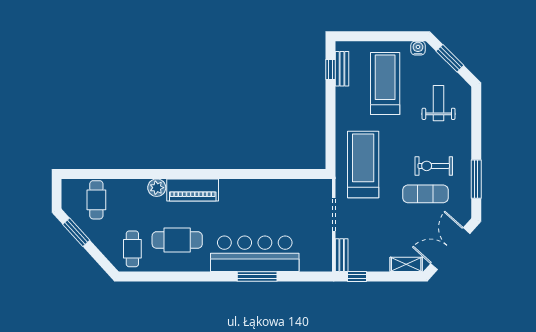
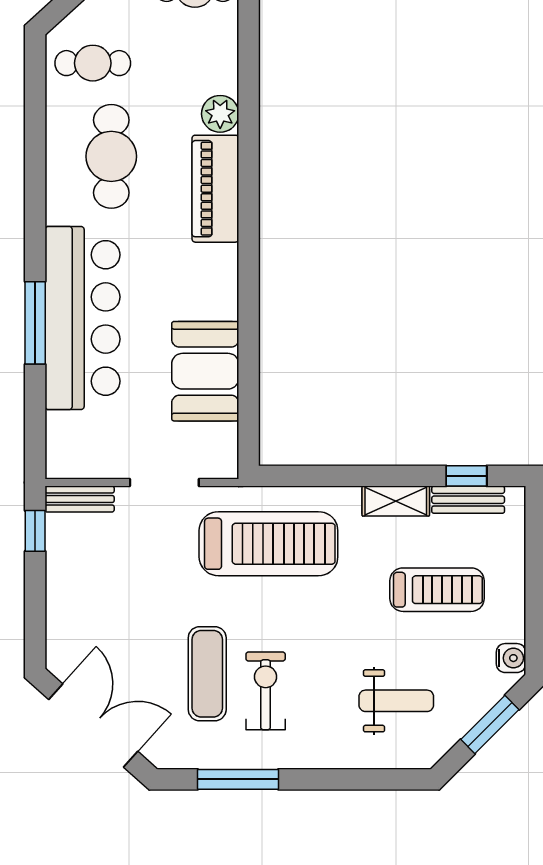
treadmill: (385, 84) -> (437, 590), width x0.73, depth x0.73
booth: (280, 195) -> (205, 371), added
shelving: (406, 264) -> (396, 501), moved, turned 90

